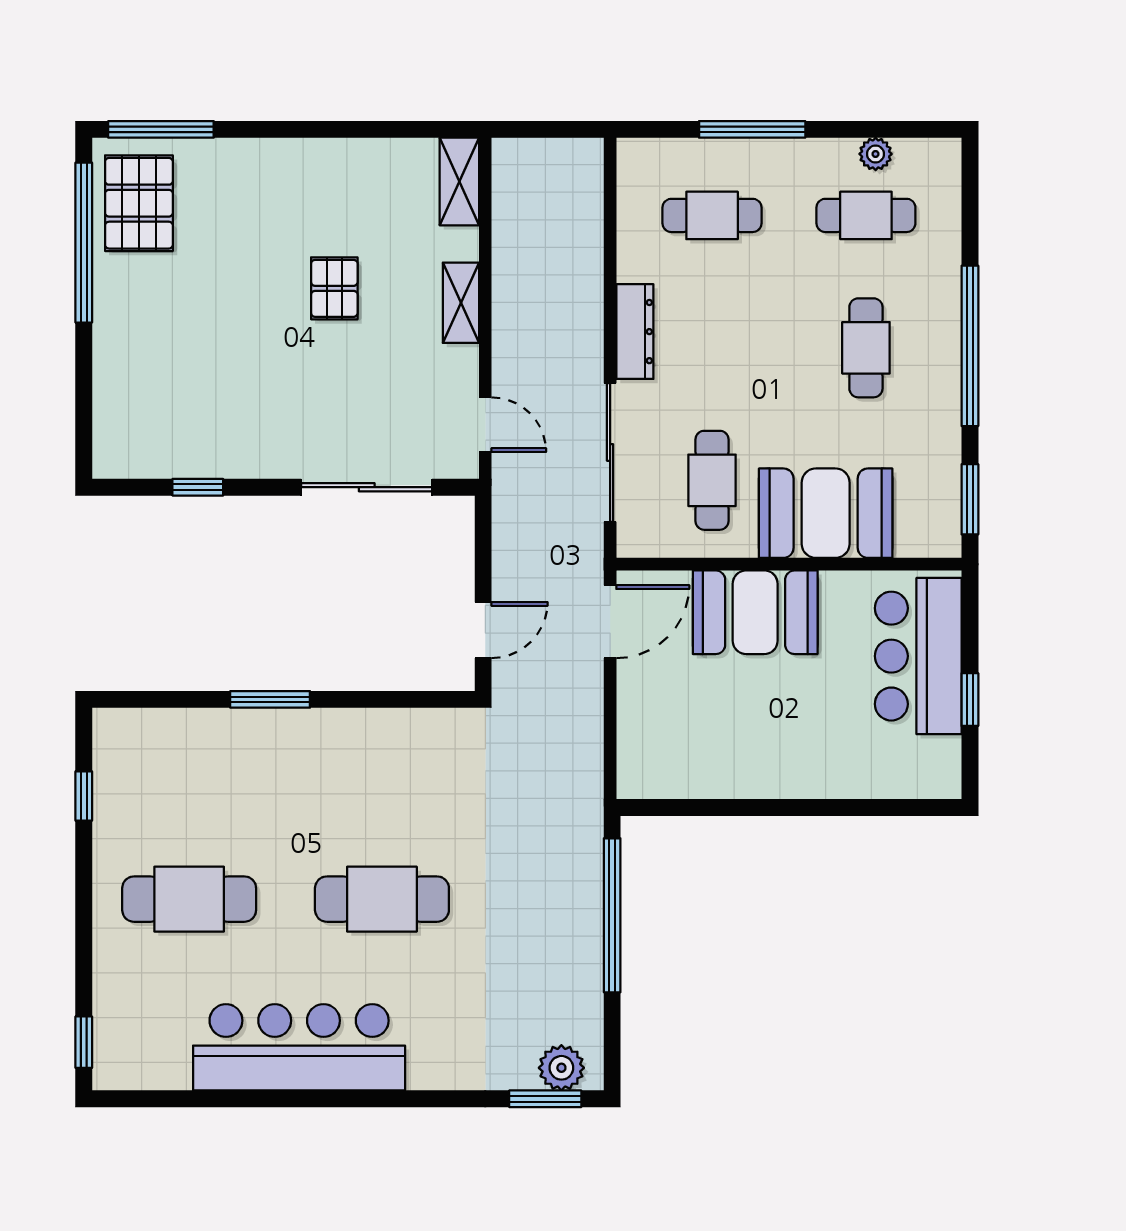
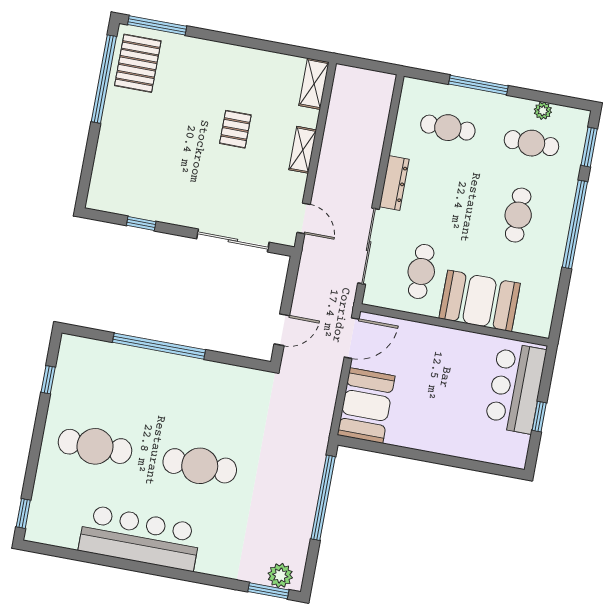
window: (970, 499) -> (589, 147), moved
booth: (755, 612) -> (366, 405), moved, turned 90
window: (270, 699) -> (159, 346), width x2.11

